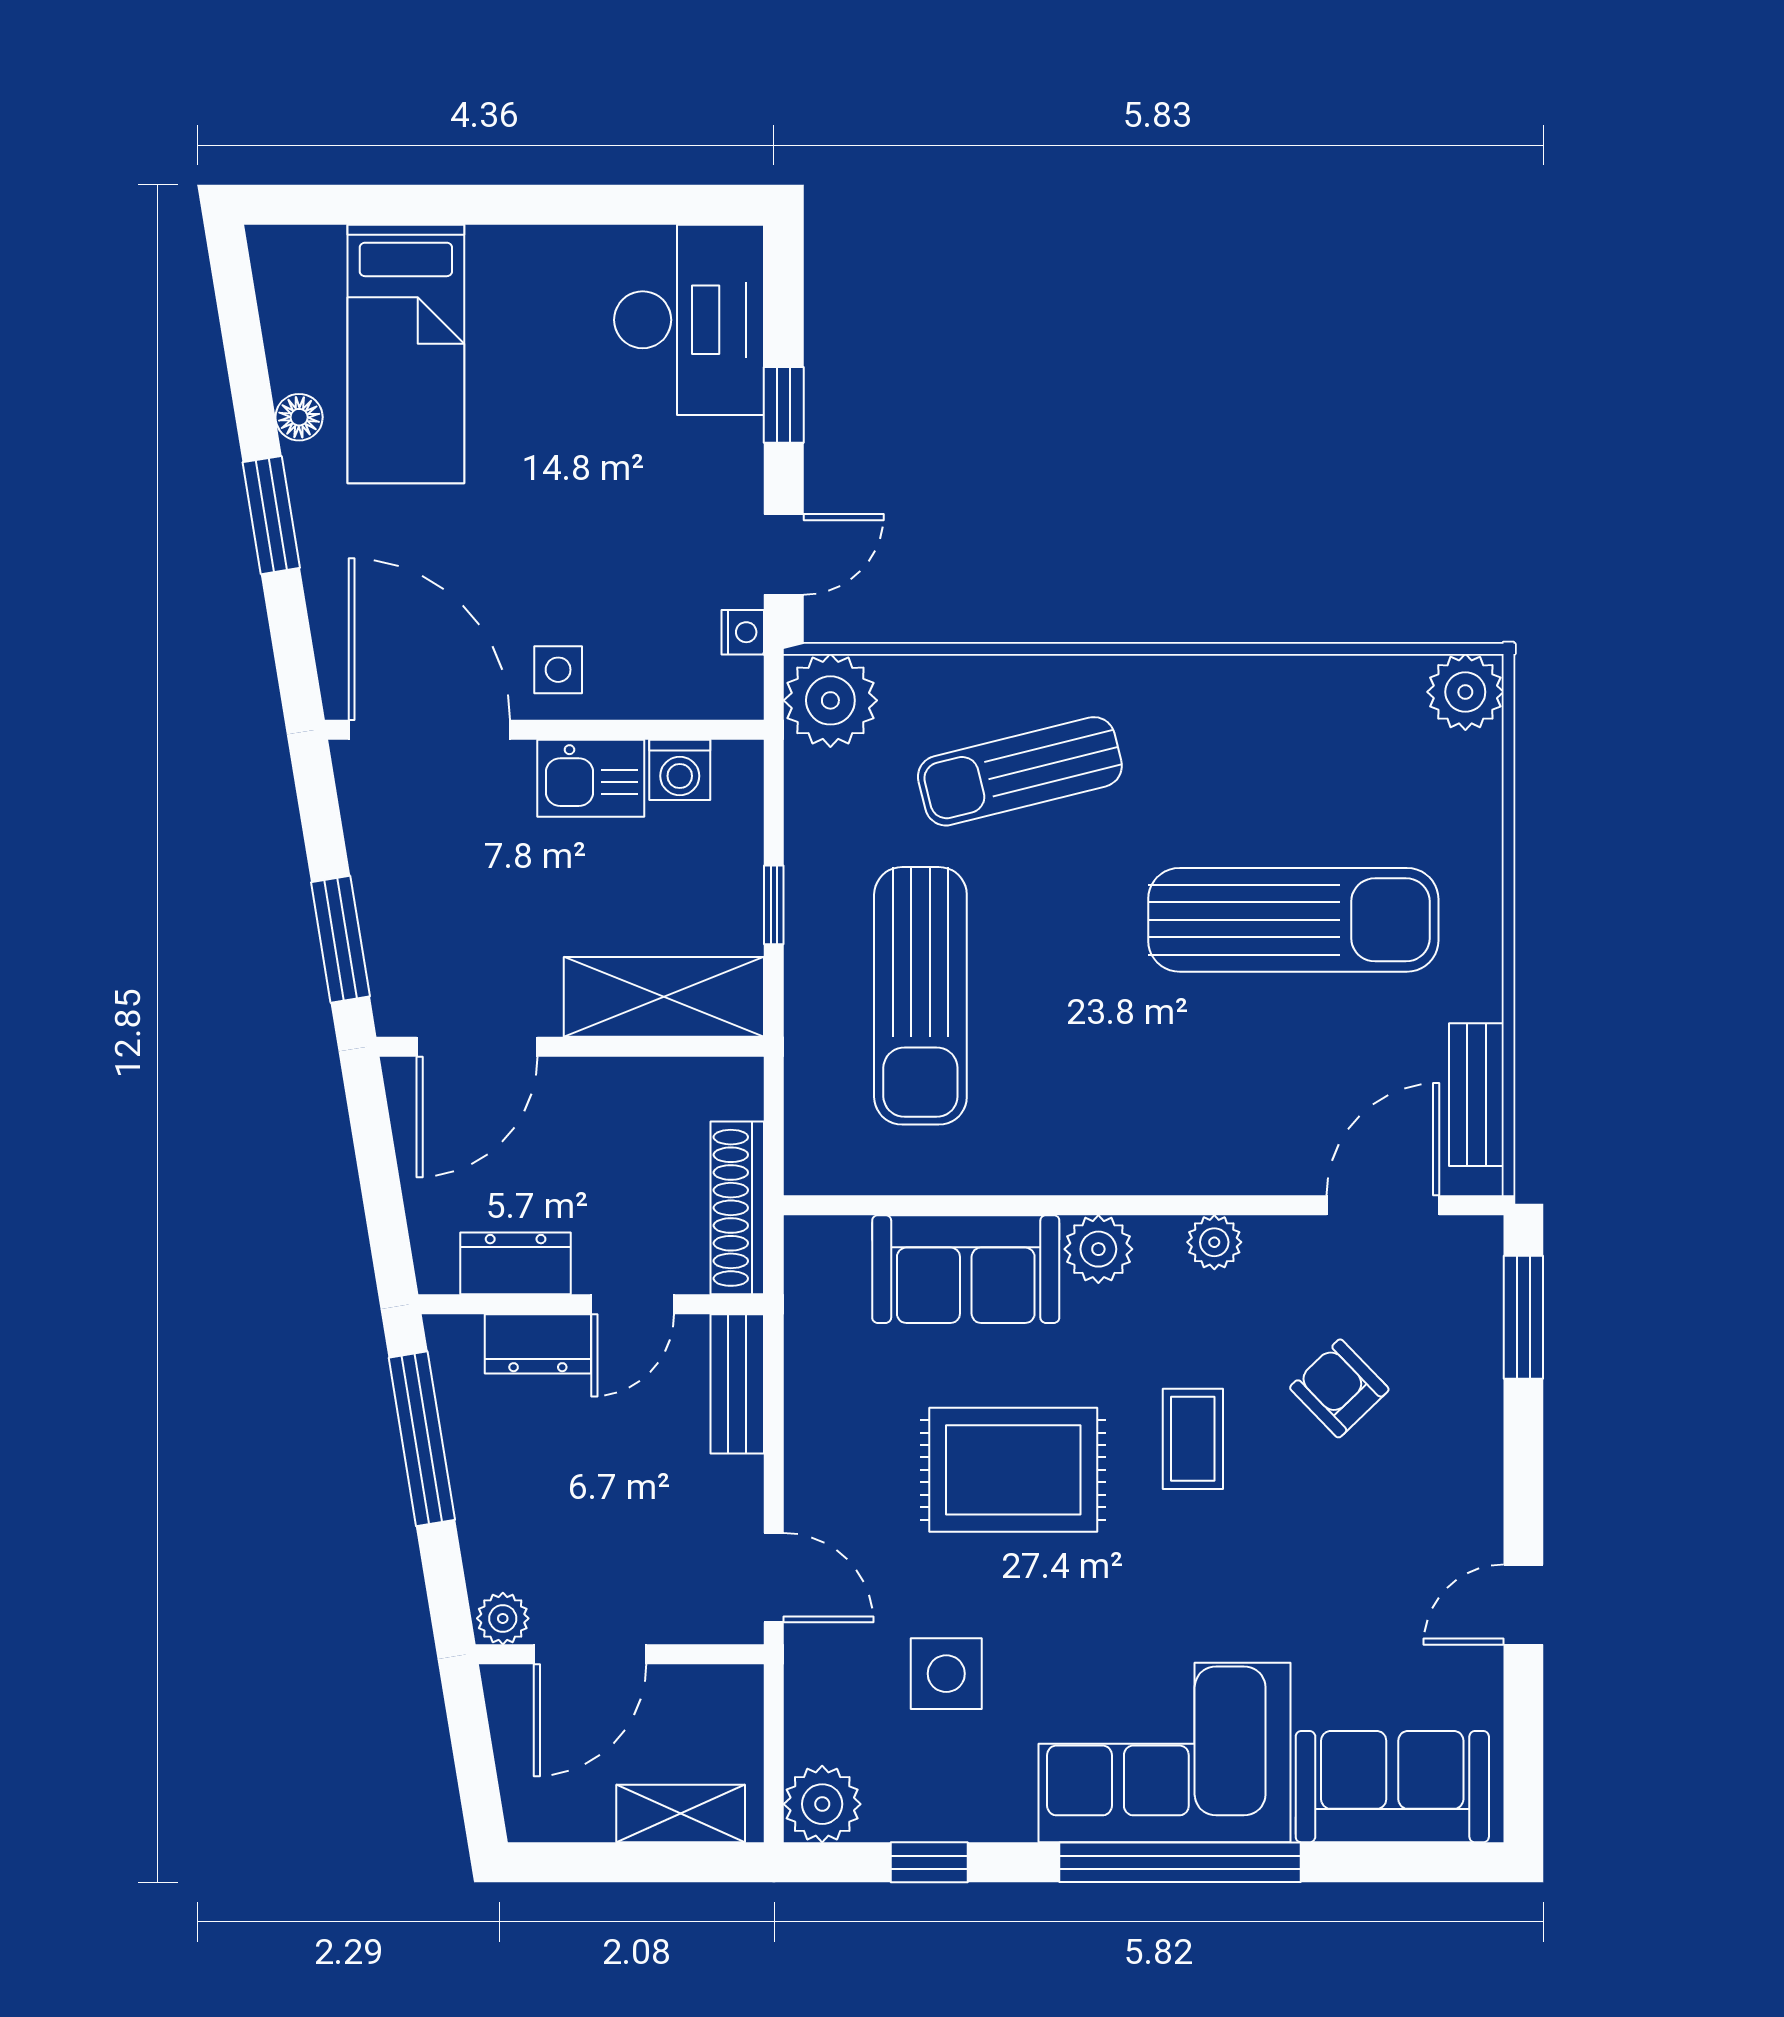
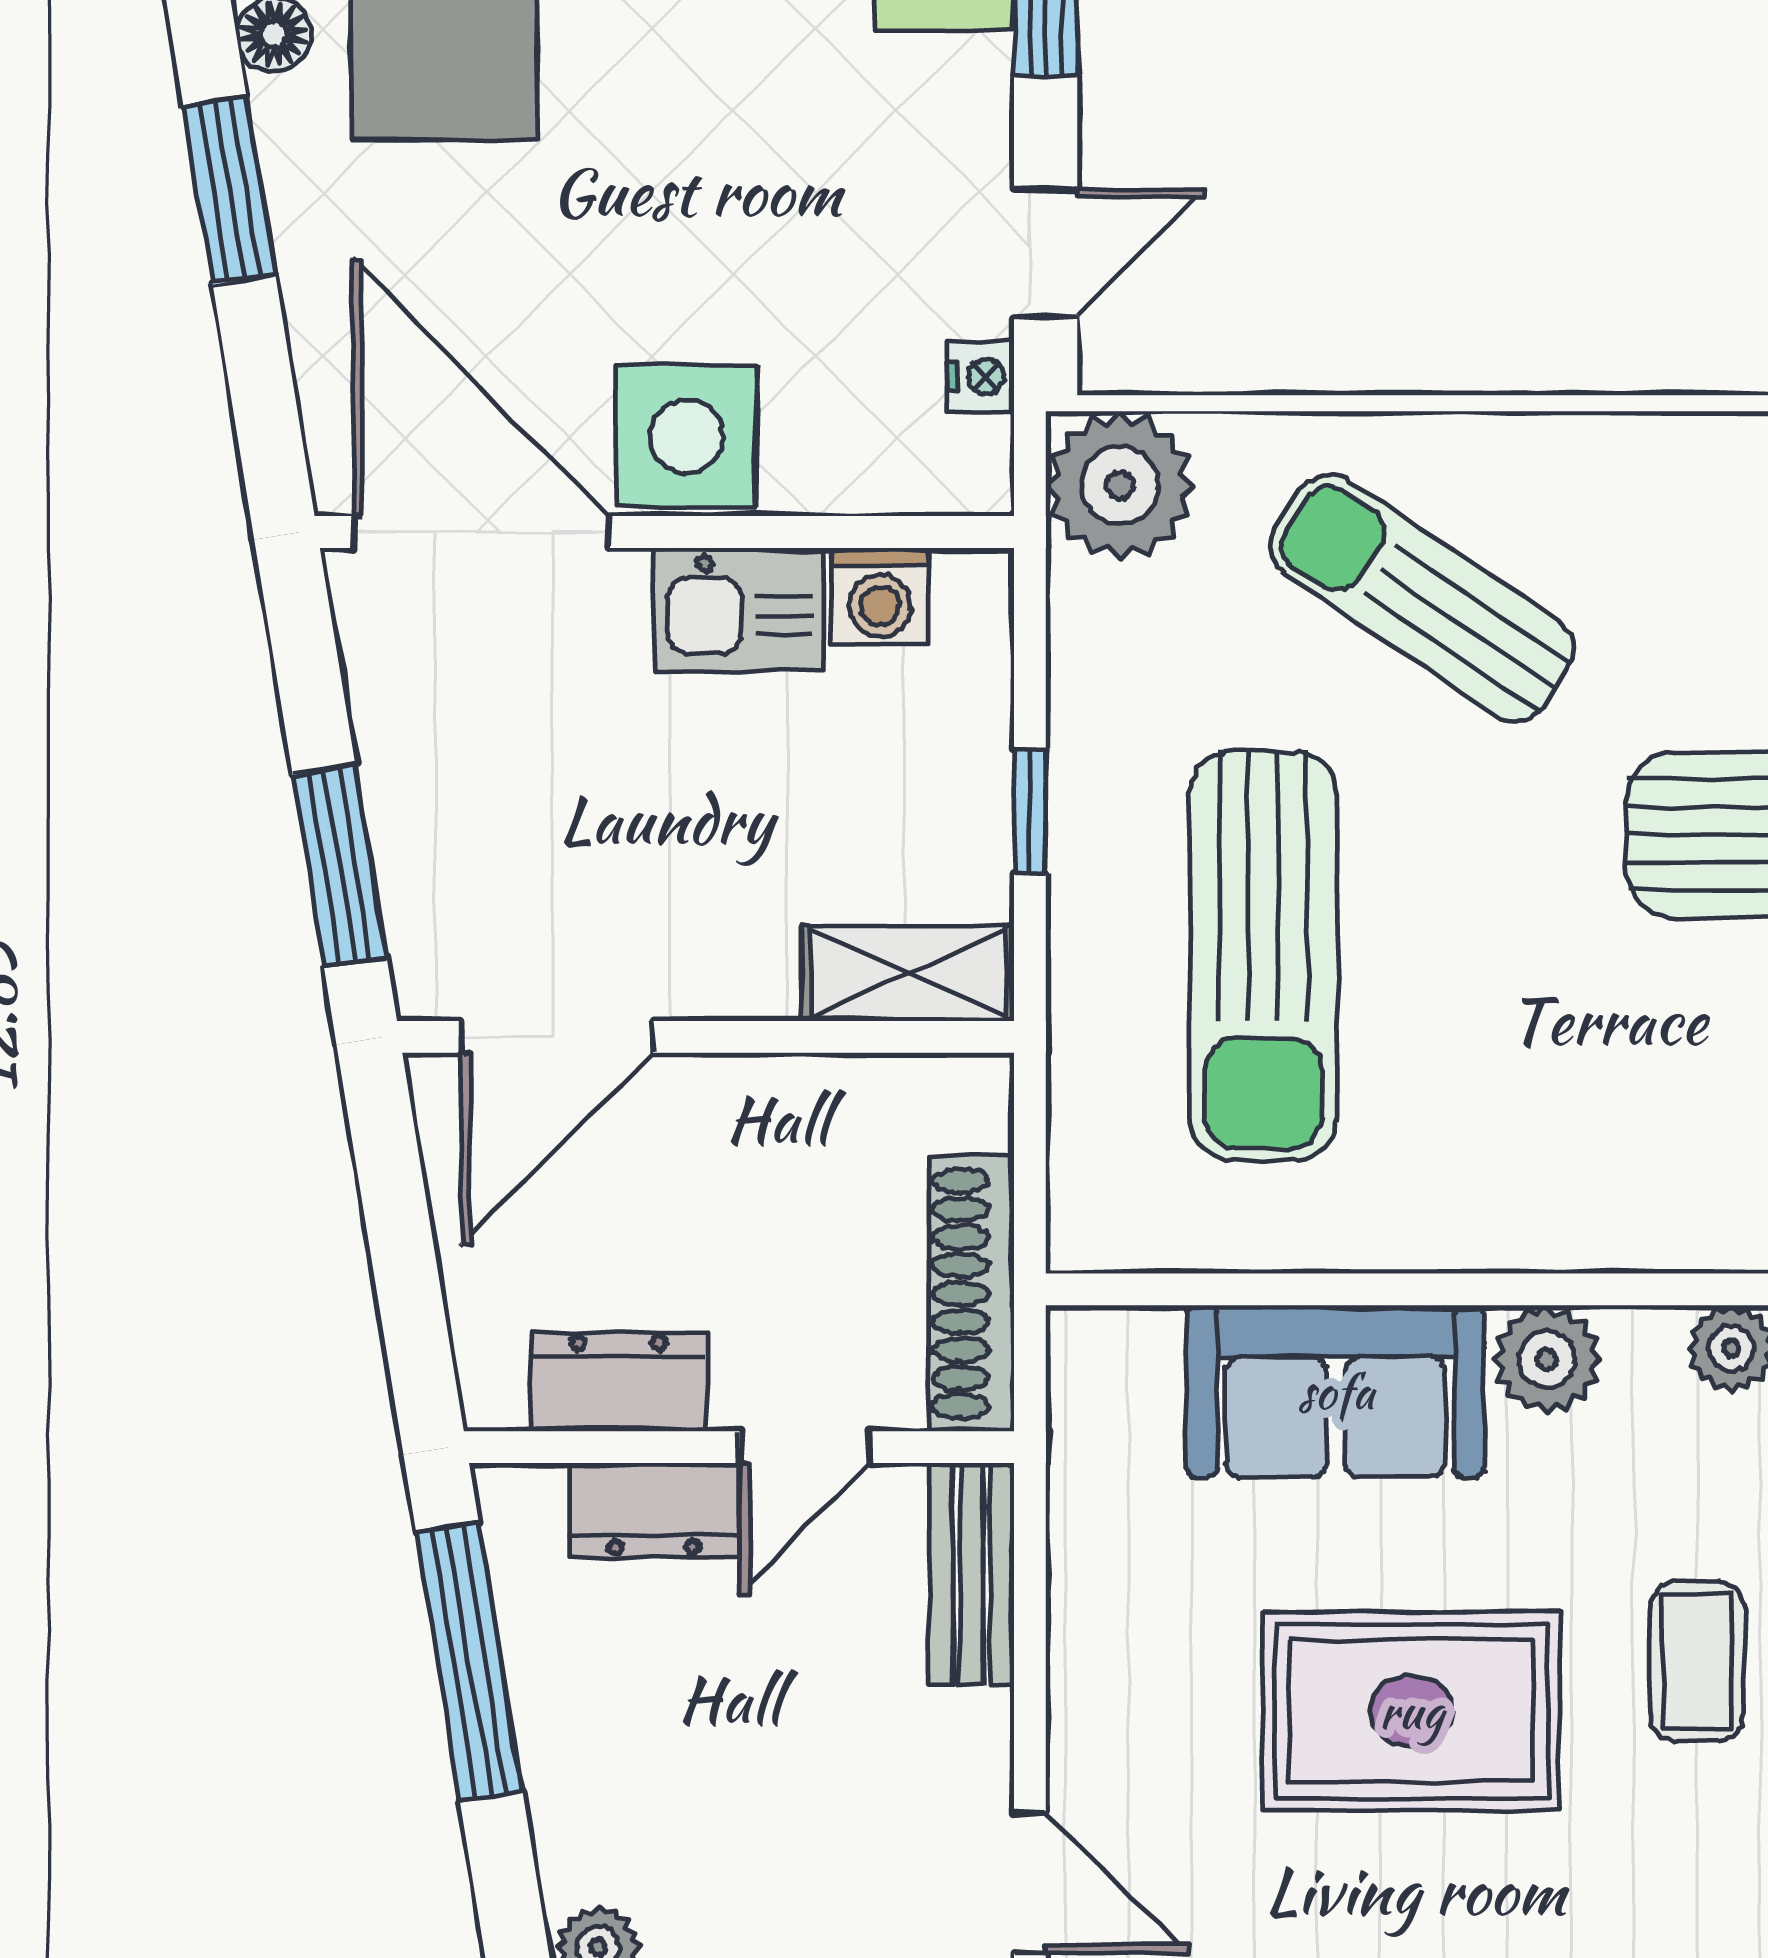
side table: (558, 670) -> (686, 436), width x1.87, depth x1.87
sun lounger: (1020, 771) -> (1422, 598), turned 48
shelving: (664, 997) -> (908, 973), width x0.67, depth x0.75

